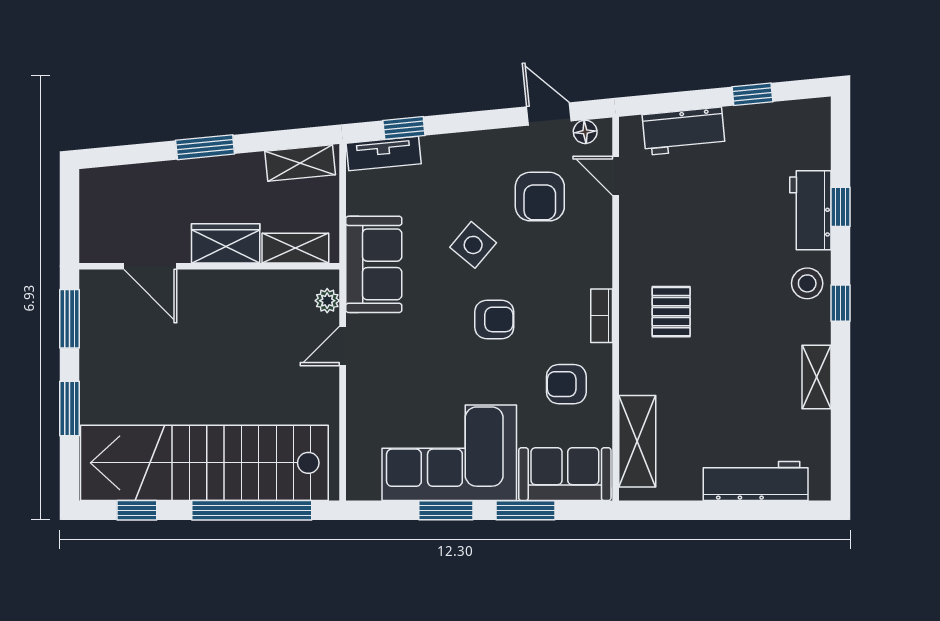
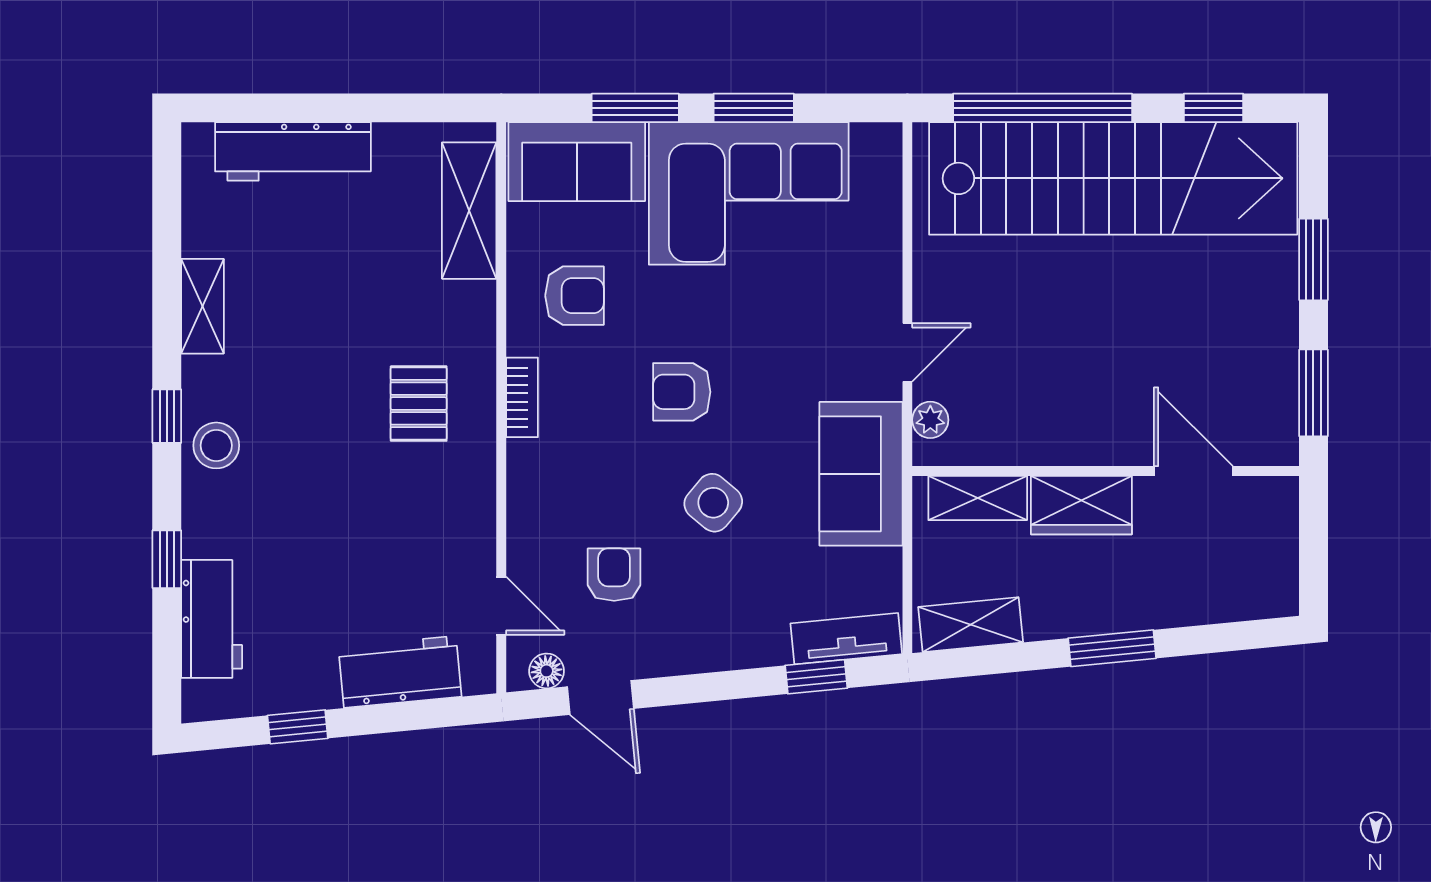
armchair: (540, 197) -> (614, 575), width x0.72, depth x0.72
workbench: (810, 210) -> (212, 619), moved

